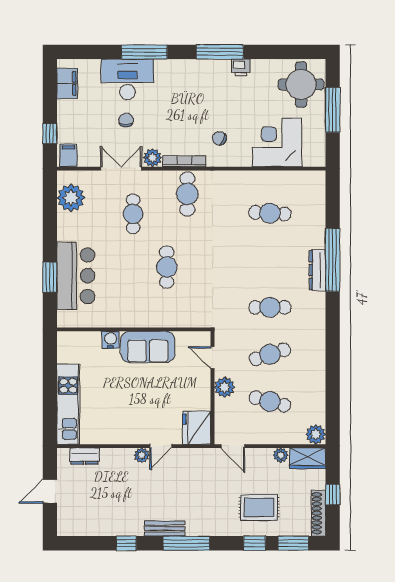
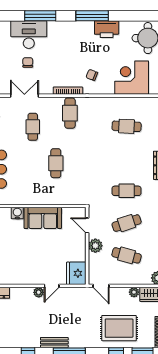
printer: (241, 67) -> (107, 29), width x1.87, depth x1.48
plant: (153, 158) -> (46, 88), removed
rug: (259, 508) -> (119, 328), width x1.36, depth x1.43

